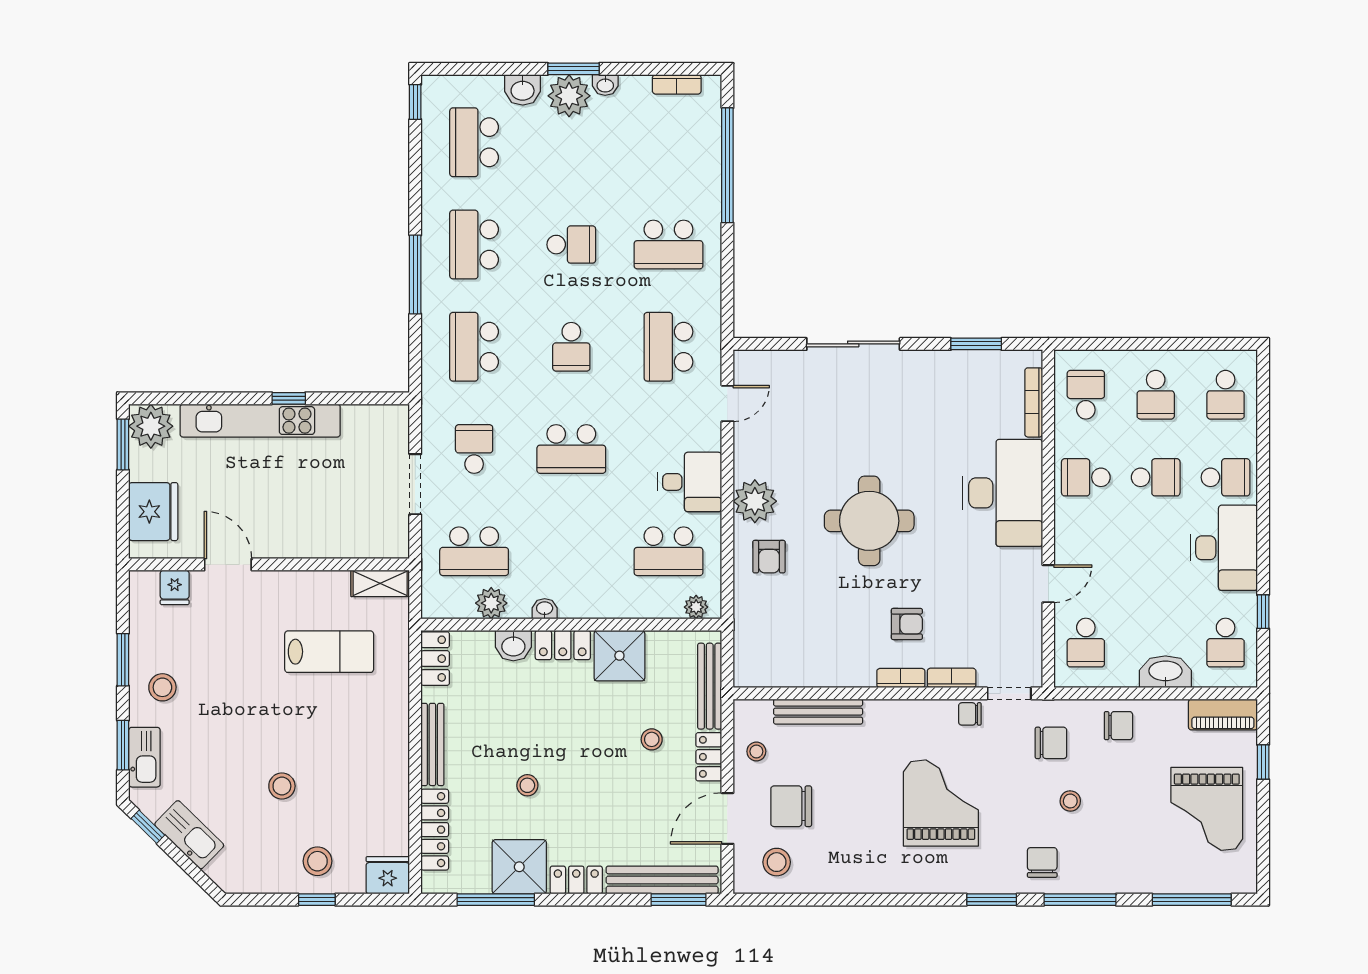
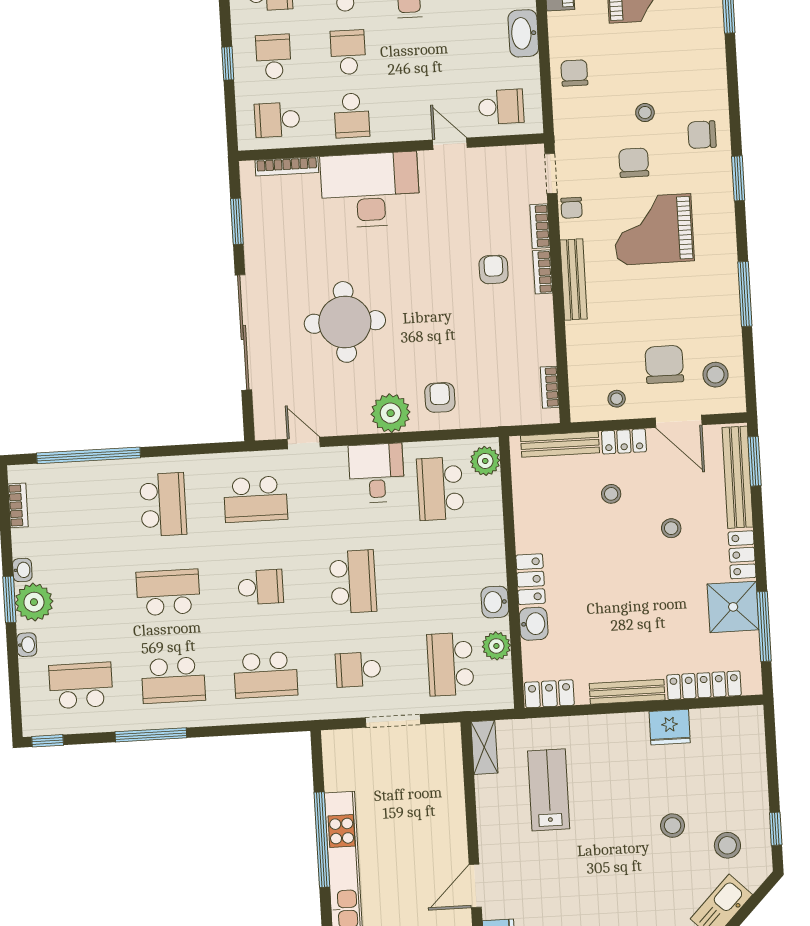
washbasin: (523, 90) -> (27, 645), width x0.72, depth x0.69
school desk: (474, 142) -> (81, 685), turned 180
school desk: (571, 245) -> (168, 592), width x1.85
window: (415, 275) -> (151, 735), moved
sliding door: (853, 344) -> (243, 332), width x1.36
window: (1151, 344) -> (228, 63), added
school desk: (1156, 395) -> (273, 57), turned -90
window: (289, 398) -> (322, 840), width x3.17
round table: (869, 521) -> (345, 322), moved
school desk: (474, 551) -> (450, 664), turned 180
school desk: (668, 551) -> (440, 489), turned 180
armchair: (769, 557) -> (440, 397), turned -90
plant: (696, 607) -> (485, 461), width x1.38, depth x1.38
washbasin: (545, 609) -> (495, 602), width x1.38, depth x1.45
shower: (619, 656) -> (537, 527), removed
bookcase: (773, 679) -> (550, 387), added
bench: (818, 712) -> (574, 280), moved
chair: (1051, 743) -> (634, 163), moved
stool: (527, 785) -> (671, 528), moved
chair: (791, 806) -> (664, 364), turned 180
stool: (317, 861) -> (727, 845), moved
fridge: (388, 875) -> (670, 727), moved, turned -90
window: (317, 900) -> (776, 829), moved
window: (1080, 900) -> (745, 294), moved

